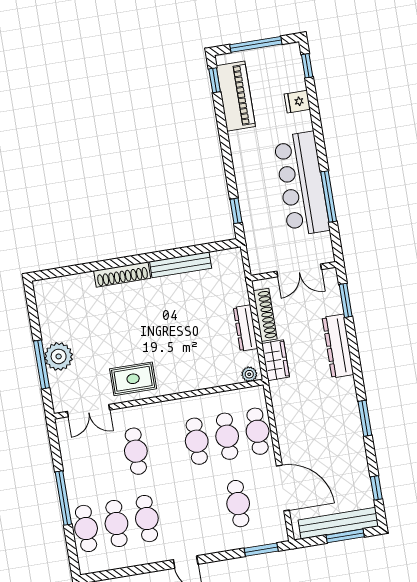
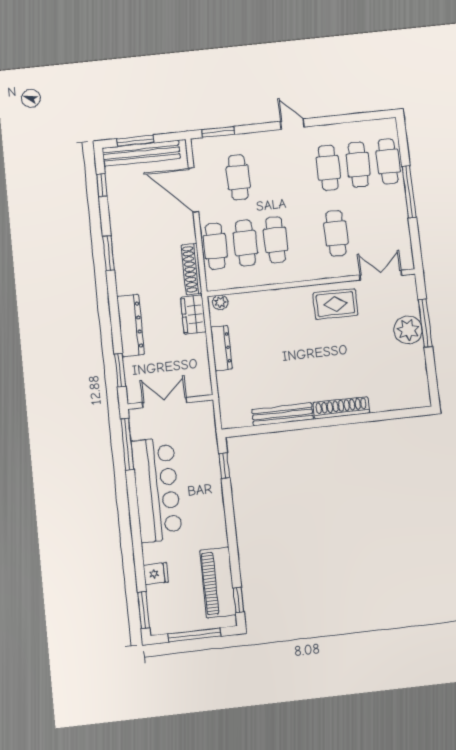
window: (307, 66) -> (144, 610), width x1.50
window: (329, 197) -> (127, 444), moved
shoe rack: (265, 315) -> (192, 269), moved

